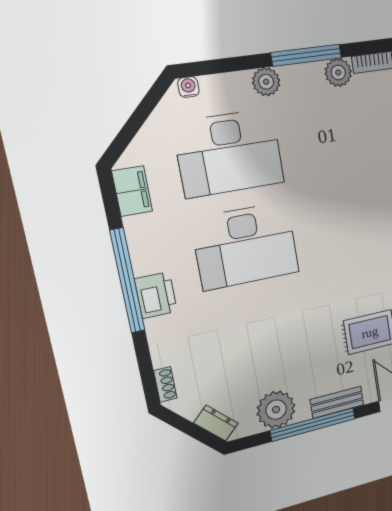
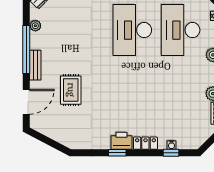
plant: (276, 410) -> (35, 26), width x0.53, depth x0.53

